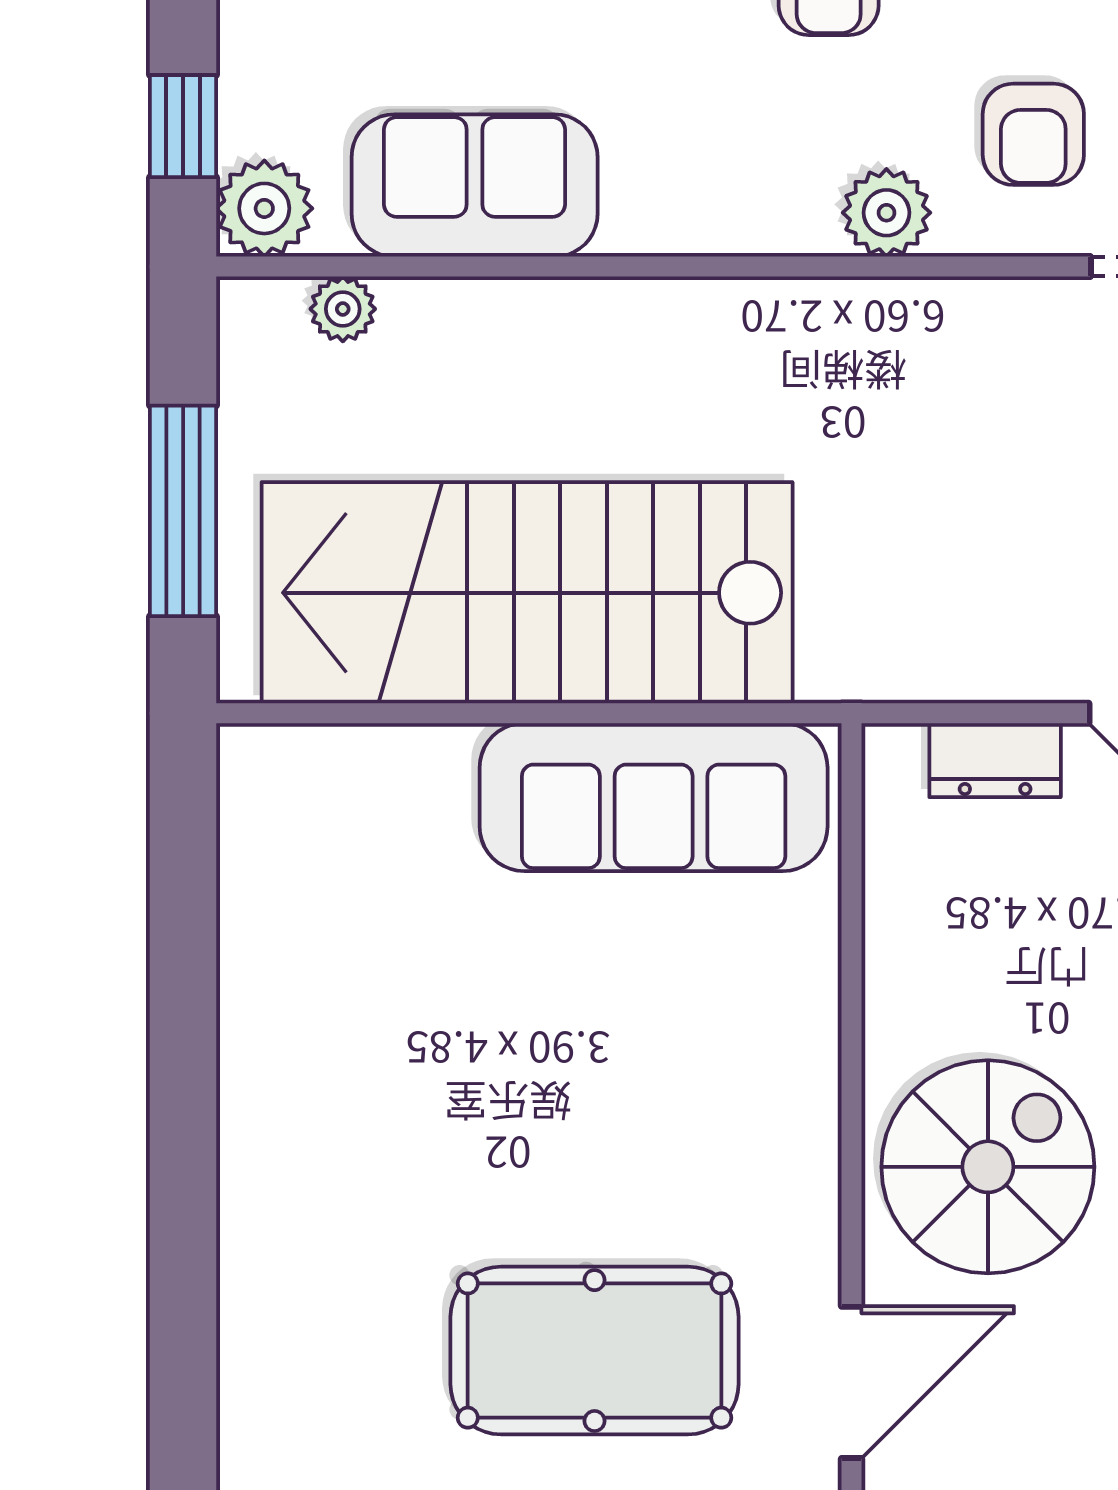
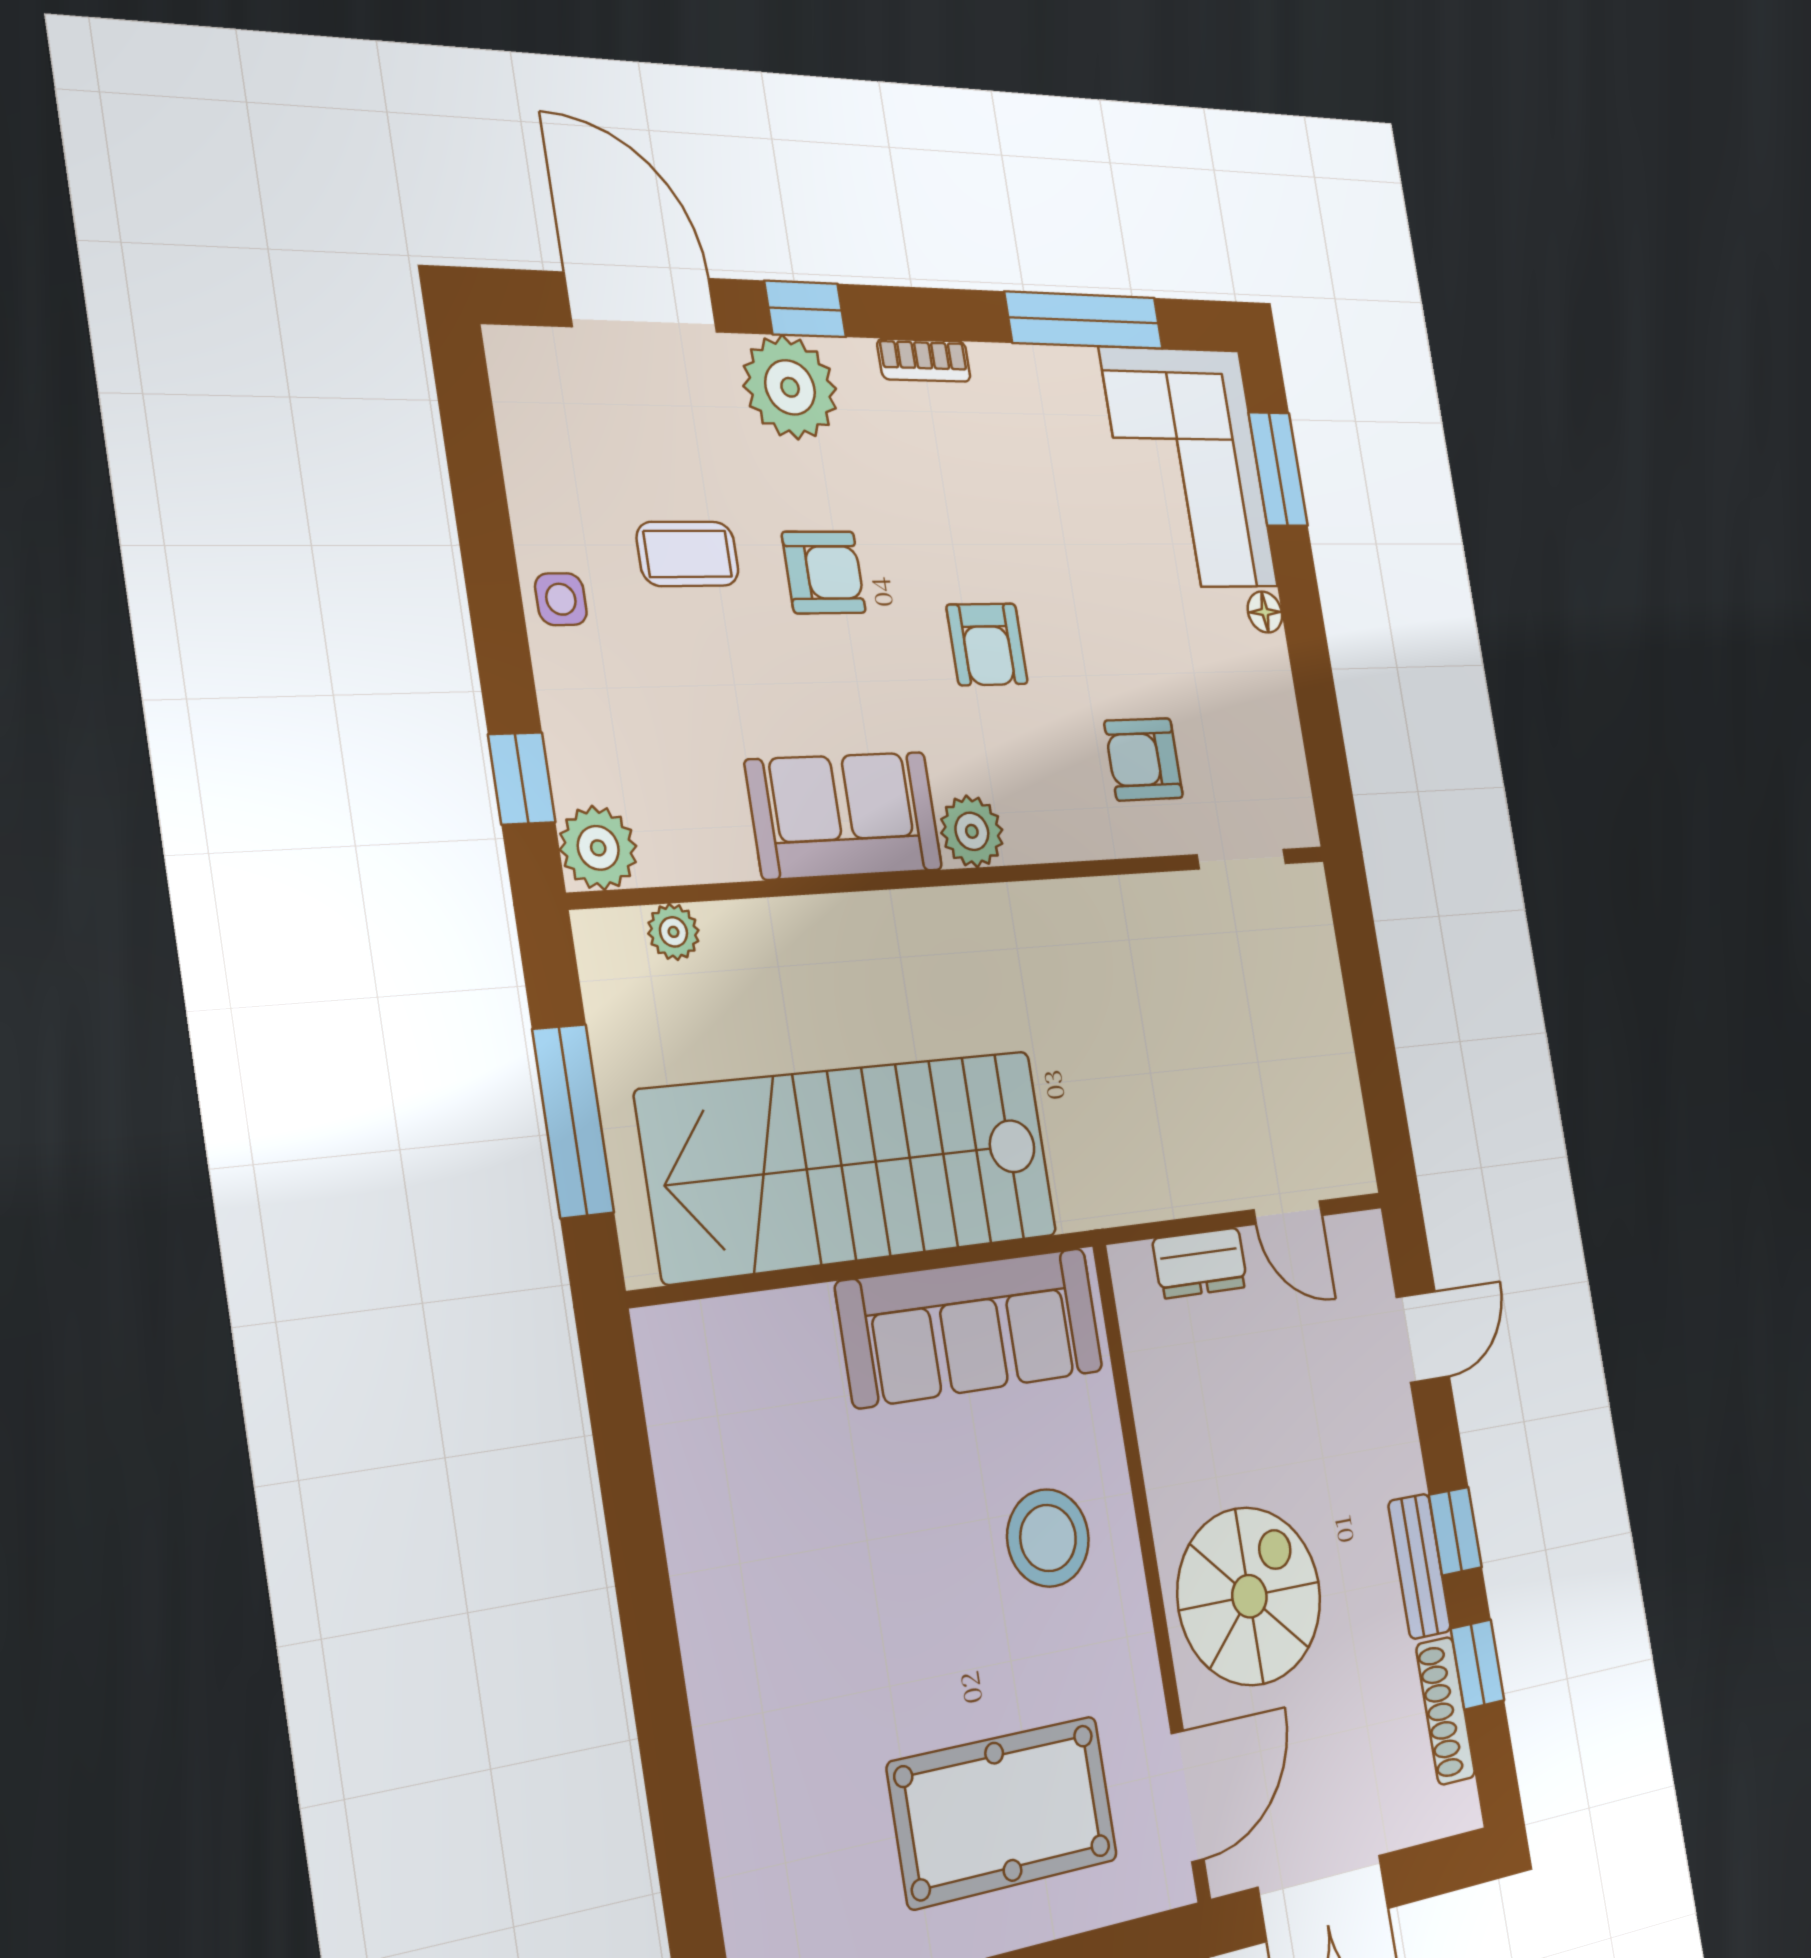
armchair: (1033, 134) -> (1144, 759), turned 90
sofa: (475, 186) -> (844, 815), moved
plant: (886, 213) -> (972, 831), moved
stool: (714, 1054) -> (1048, 1538), added

